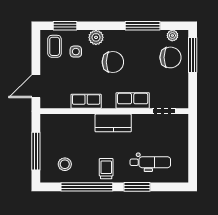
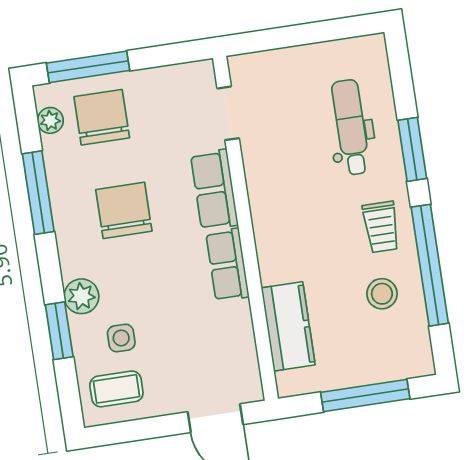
window: (65, 26) -> (59, 331), moved
chair: (113, 62) -> (124, 210), moved
row of seats: (86, 101) -> (227, 265), moved
kitchen counter: (113, 123) -> (288, 326), moved
stool: (65, 164) -> (382, 294), moved
trolley: (106, 169) -> (381, 227), turned -90

